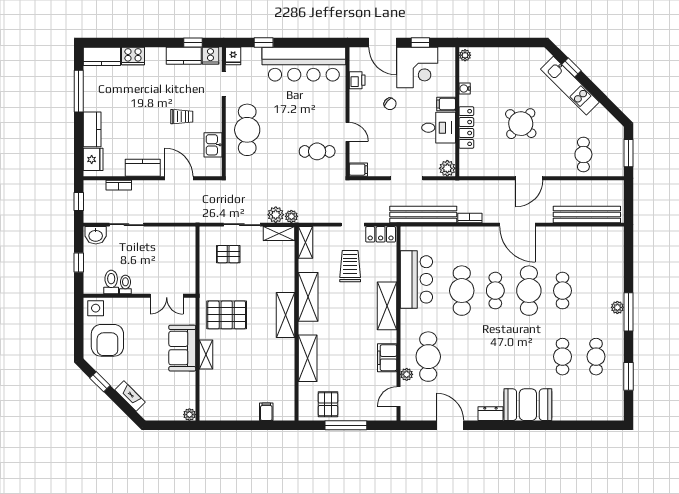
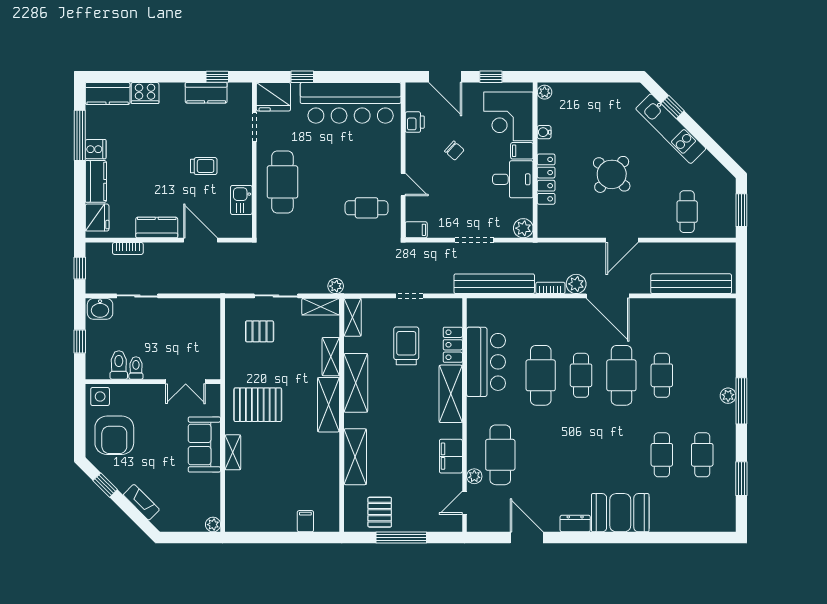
cooker: (210, 56) -> (96, 149), moved, turned -90
fridge: (233, 56) -> (273, 97), width x1.88, depth x1.34
corner desk: (417, 68) -> (508, 116), moved, turned 90
plant: (276, 215) -> (576, 284), moved
locker: (381, 234) -> (453, 345), moved, turned 90
shelving: (287, 275) -> (331, 357), added

